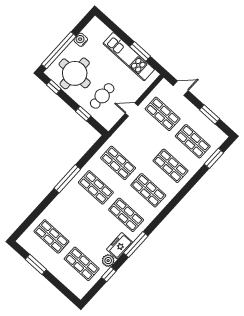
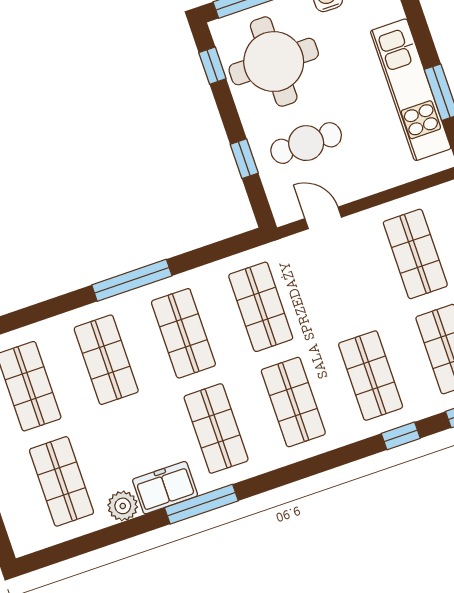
door: (132, 109) -> (323, 218), moved
shop shelf: (74, 212) -> (106, 360), added
window: (109, 274) -> (401, 436), moved

